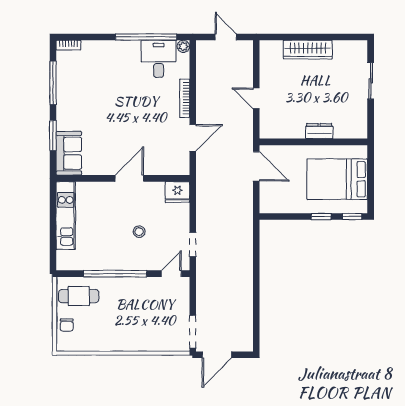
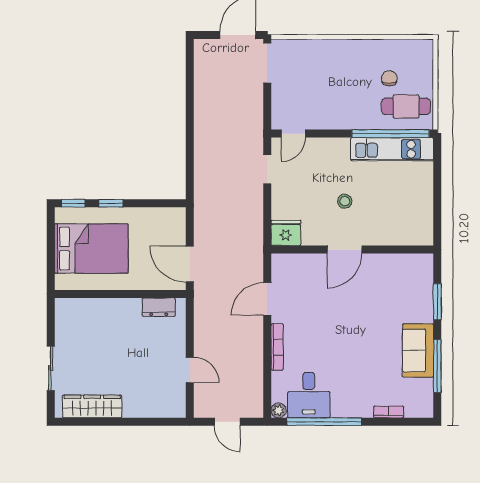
bookcase: (68, 45) -> (389, 412), moved
wardrobe: (308, 50) -> (92, 406), moved
door: (256, 98) -> (190, 370), moved
dresser: (319, 131) -> (159, 307), moved
sofa: (69, 153) -> (418, 350), moved
kitchen unit: (66, 215) -> (392, 149), moved, turned -90
stool: (139, 232) -> (345, 201), moved
window: (115, 274) -> (391, 134), moved
chair: (67, 325) -> (389, 78), moved

